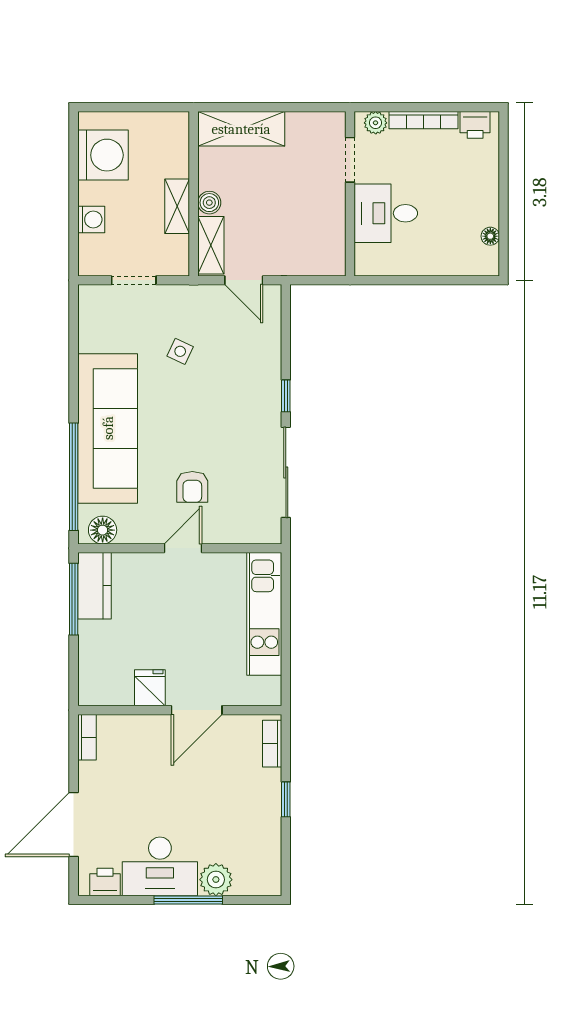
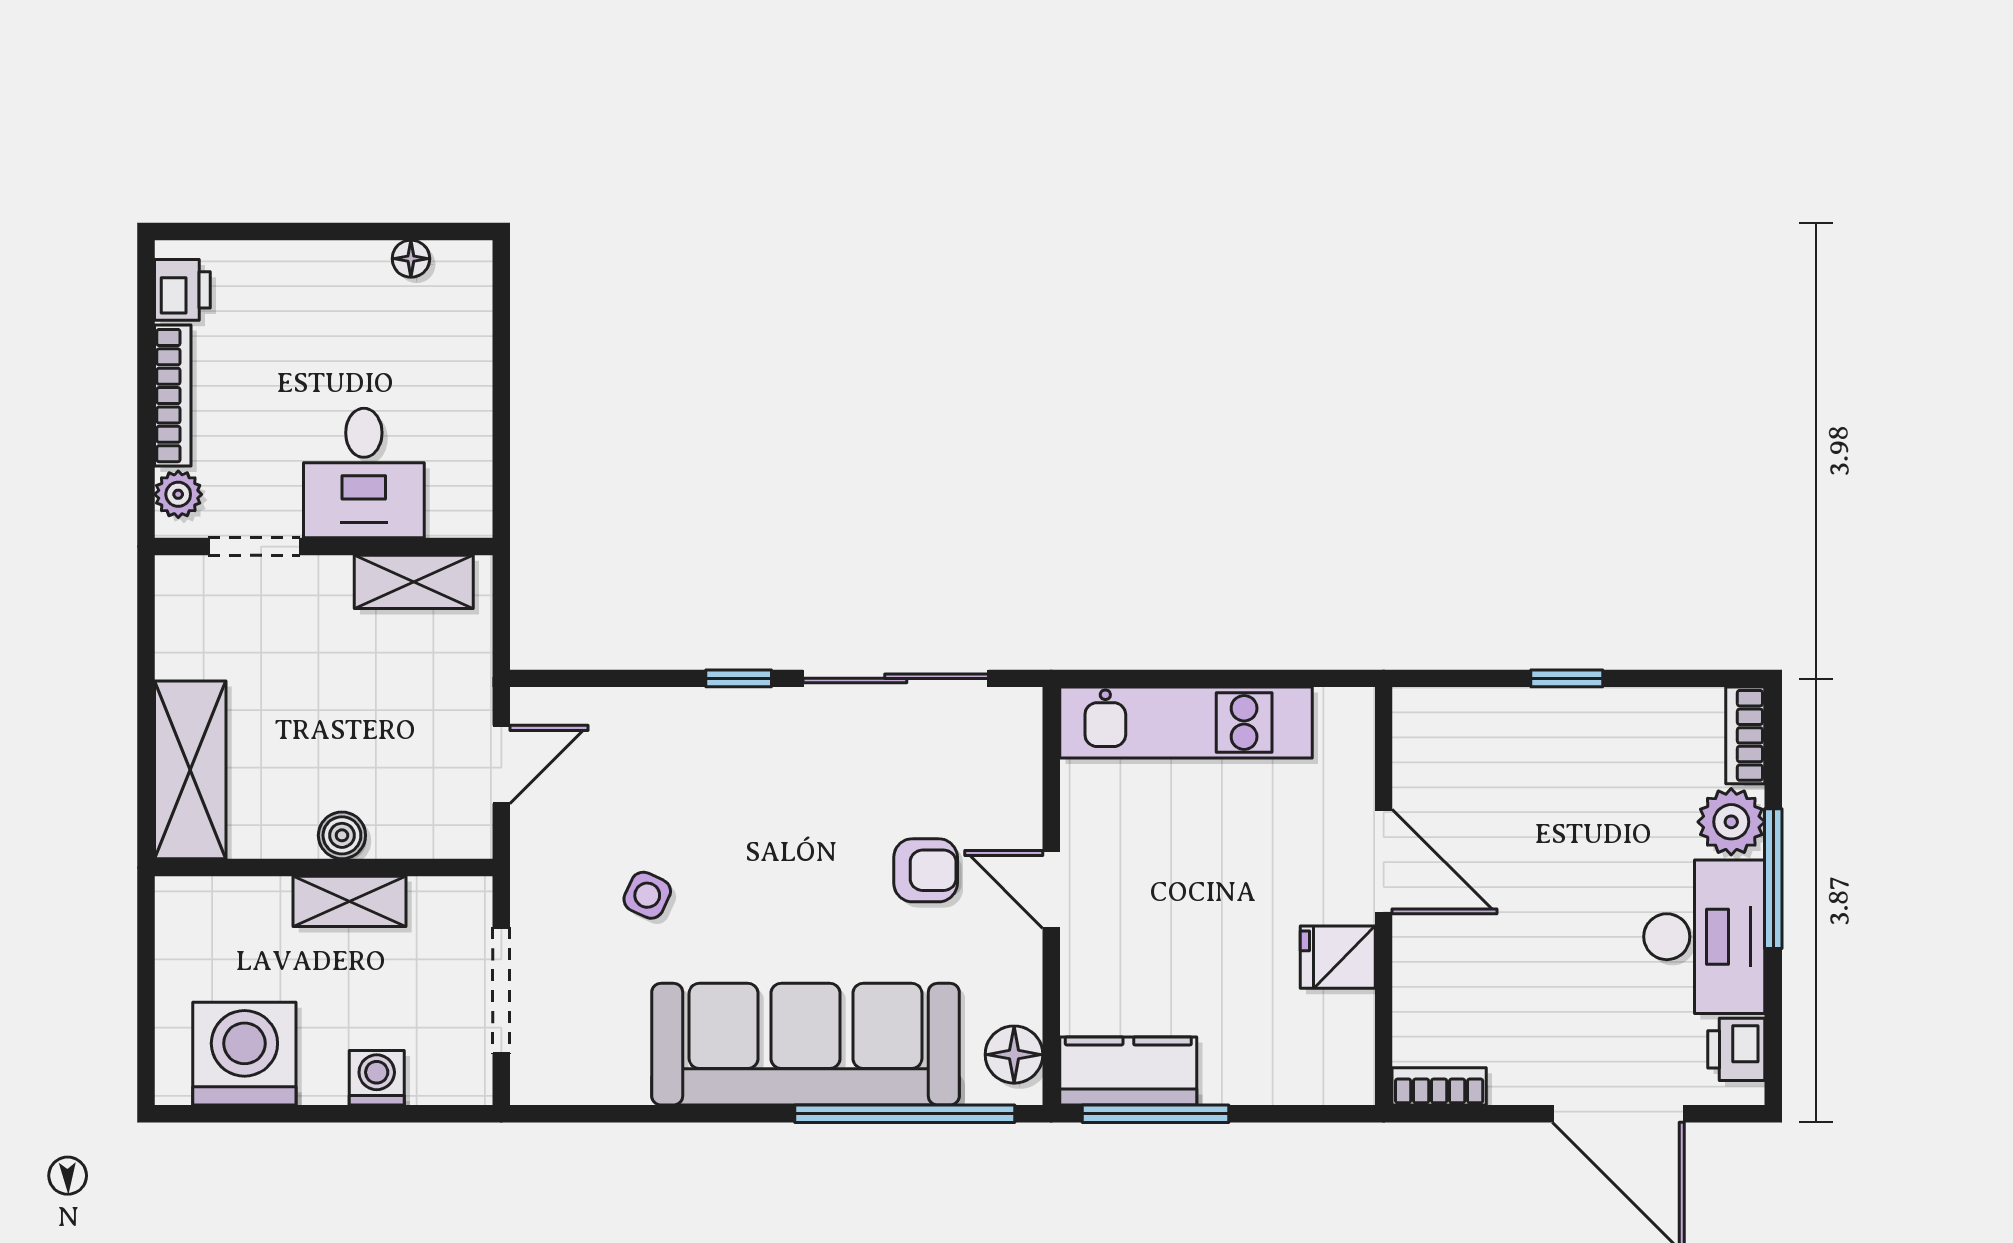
shelving: (211, 245) -> (414, 582), moved
doorway: (134, 280) -> (501, 990), width x1.38
bookcase: (272, 744) -> (1745, 735), moved, turned 90

